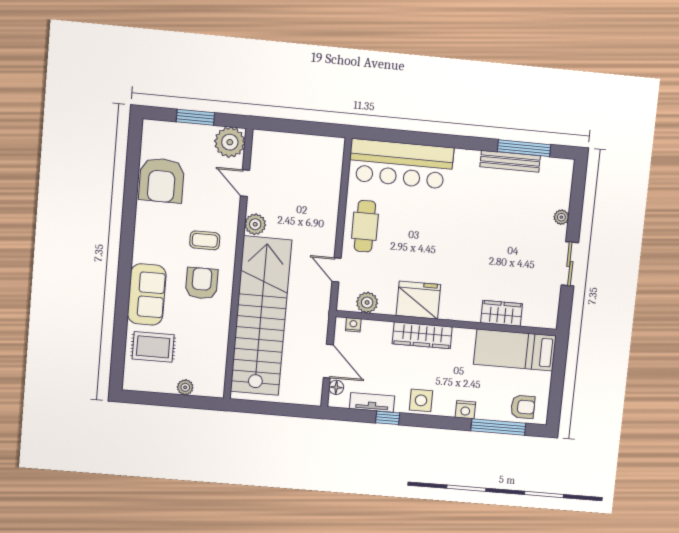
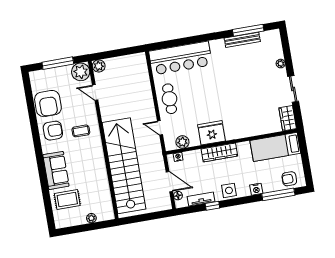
window: (195, 117) -> (58, 63), width x1.44
plant: (255, 224) -> (99, 66), moved
armchair: (202, 283) -> (53, 131), moved, turned 90
wardrobe: (502, 313) -> (288, 118), moved, turned -90
armchair: (523, 407) -> (289, 179), turned 180

